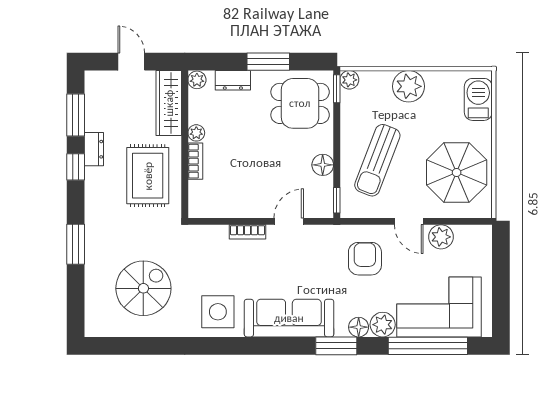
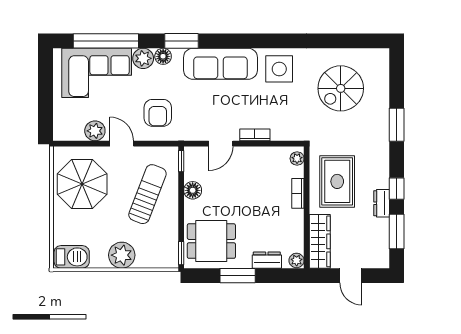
plant: (349, 80) -> (171, 261), removed
barbecue: (478, 99) -> (72, 257), moved, turned -90
plant: (196, 133) -> (297, 158), moved

